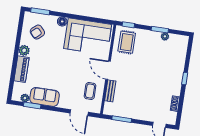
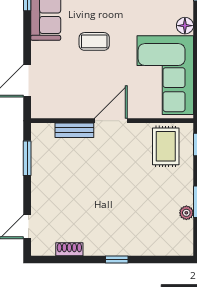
rug: (127, 42) -> (166, 146), turned 90
coffee table: (90, 91) -> (94, 41), moved

